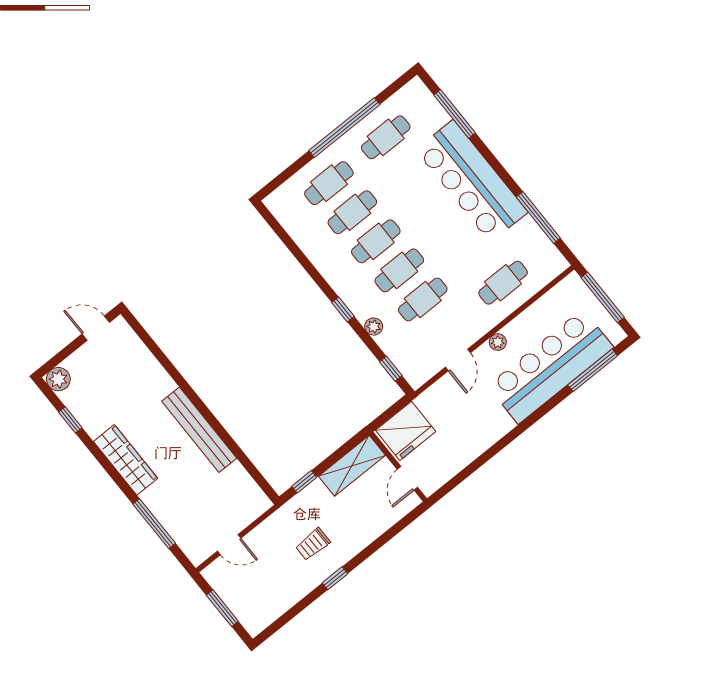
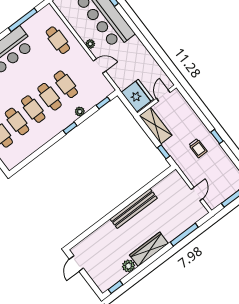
plant: (58, 379) -> (129, 266), moved
window: (70, 420) -> (115, 287), moved
door: (407, 478) -> (163, 95), swing flipped

